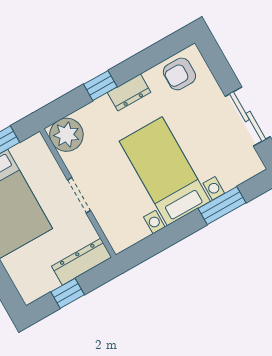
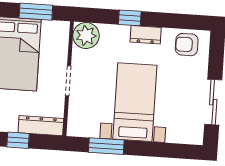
window: (222, 206) -> (106, 146), moved

